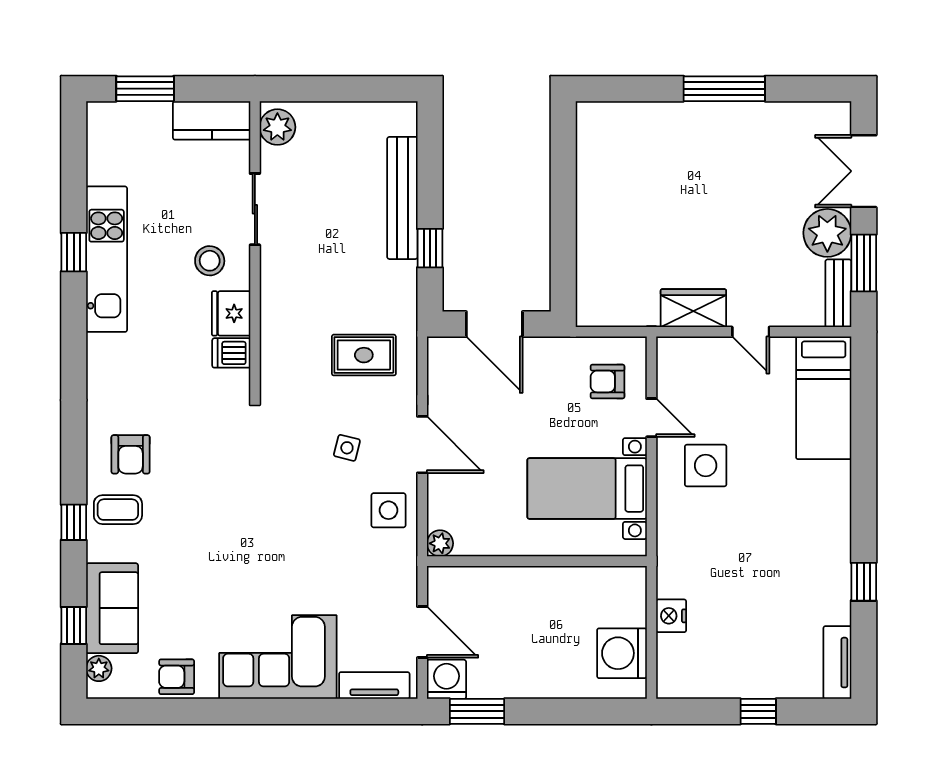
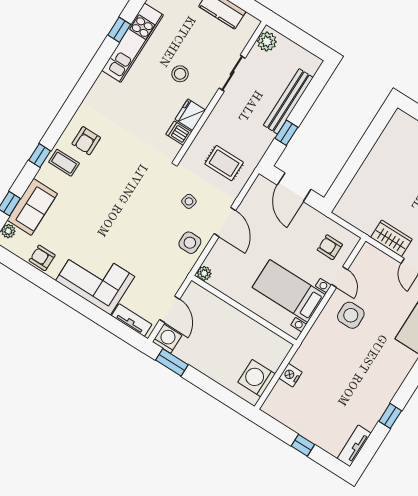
plant: (277, 127) -> (267, 42), moved
sliding door: (255, 209) -> (232, 73), moved
wall: (255, 248) -> (221, 91), moved
fridge: (231, 313) -> (190, 115), moved
dishwasher: (231, 353) -> (179, 133), moved

